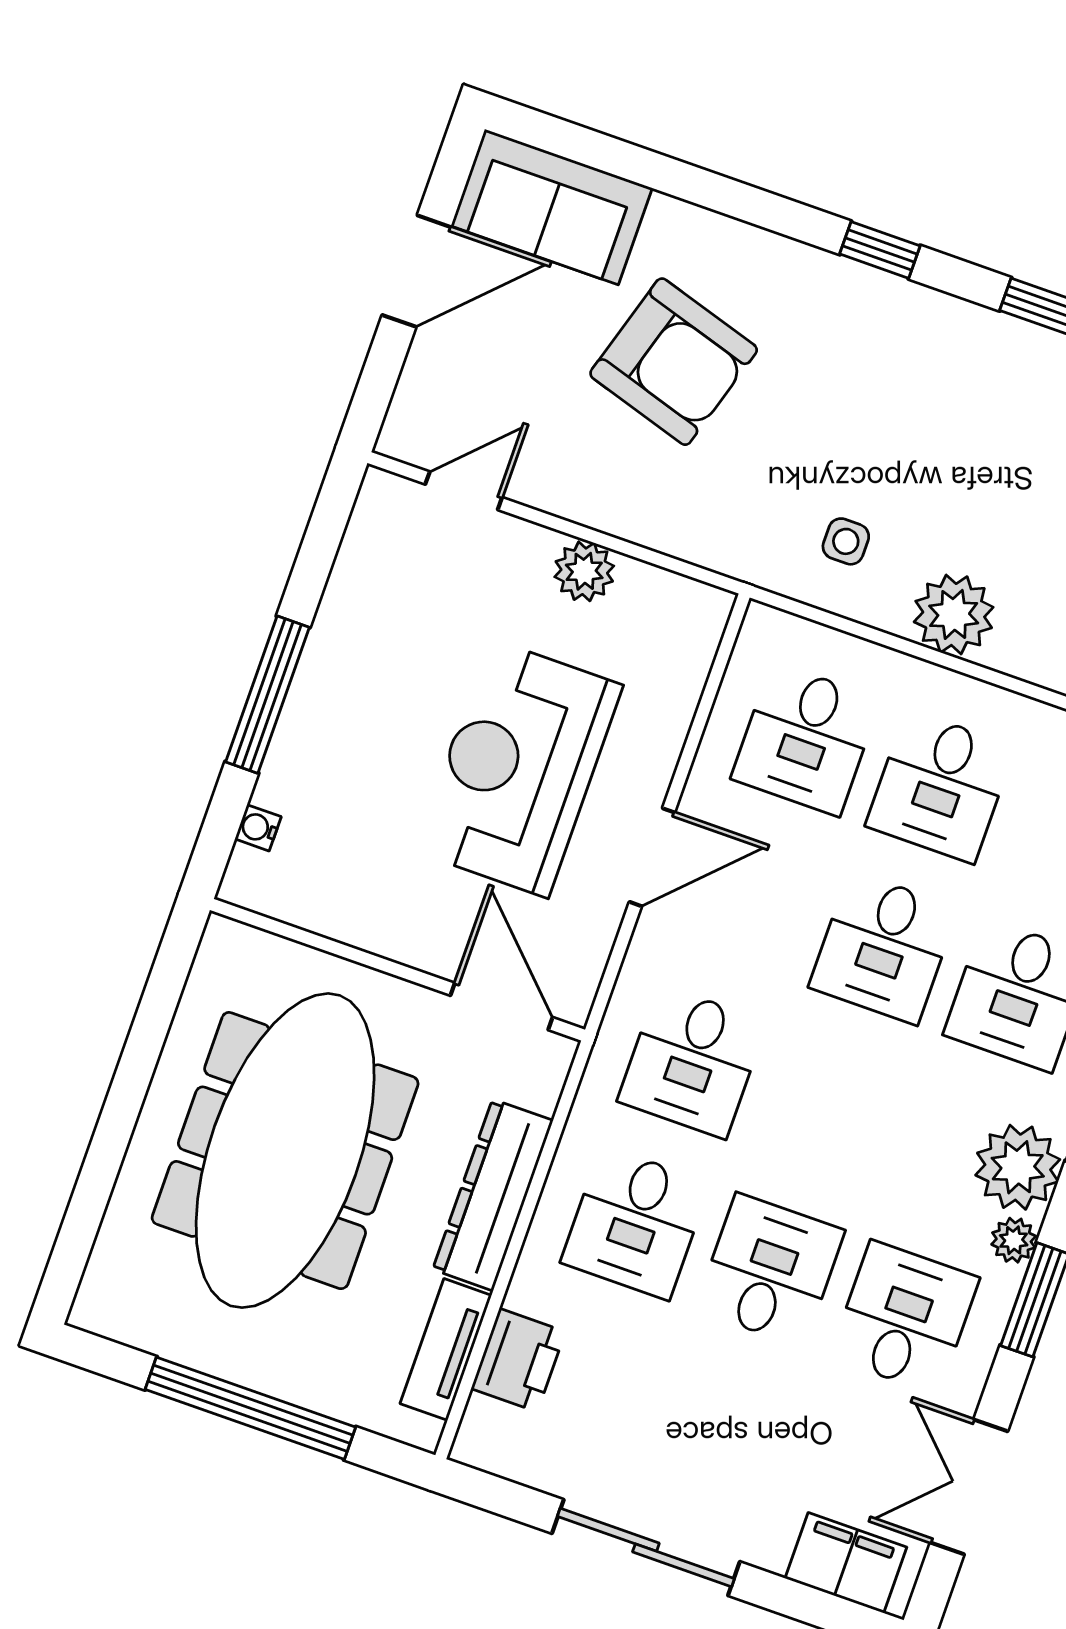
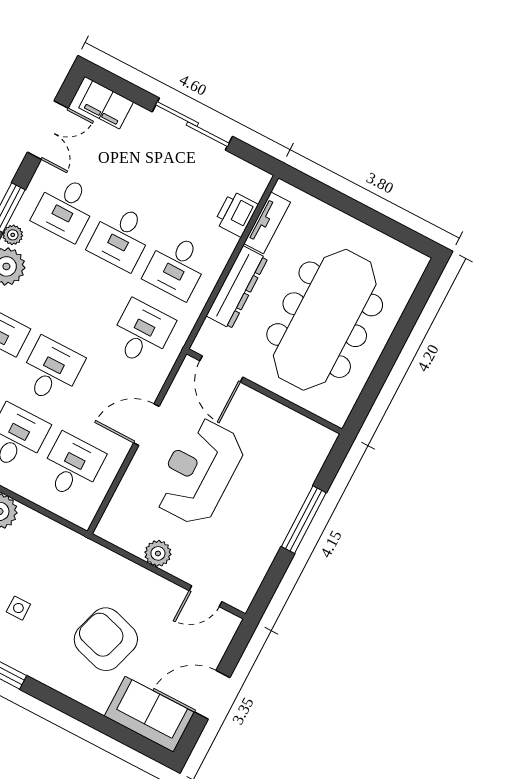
side table: (846, 541) -> (18, 608), moved
reception desk: (519, 768) -> (199, 472), turned 180
water cooler: (258, 828) -> (316, 462), removed
desk: (635, 1223) -> (177, 266), turned 180
window: (250, 1408) -> (356, 210), removed

